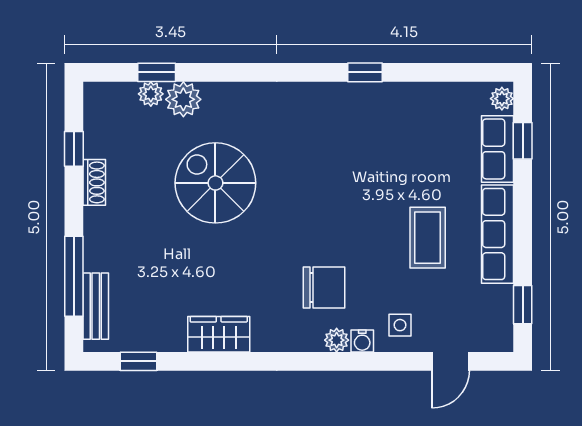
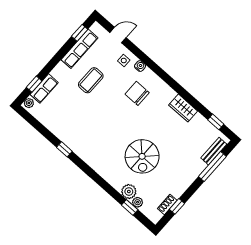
shoe rack: (94, 182) -> (167, 205), moved
row of seats: (498, 234) -> (79, 49), moved
plant: (337, 340) -> (148, 73), removed

